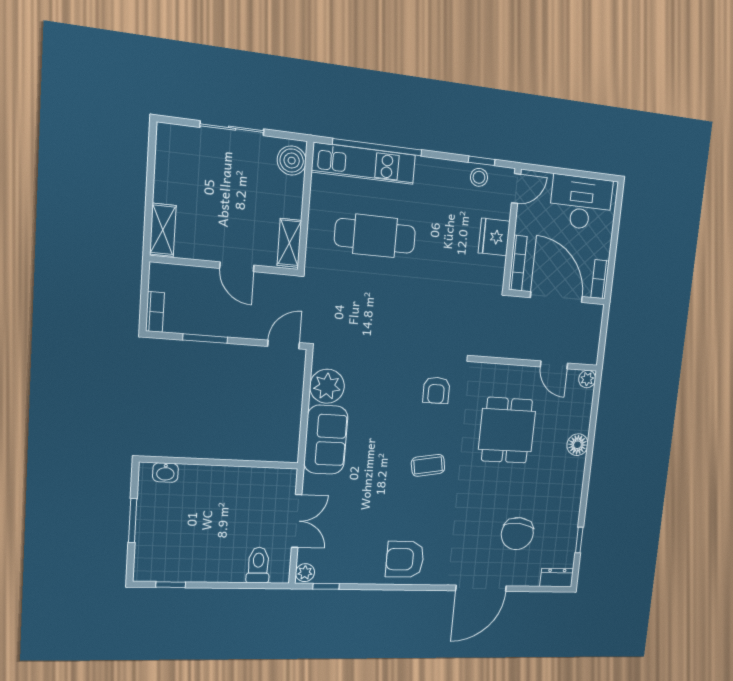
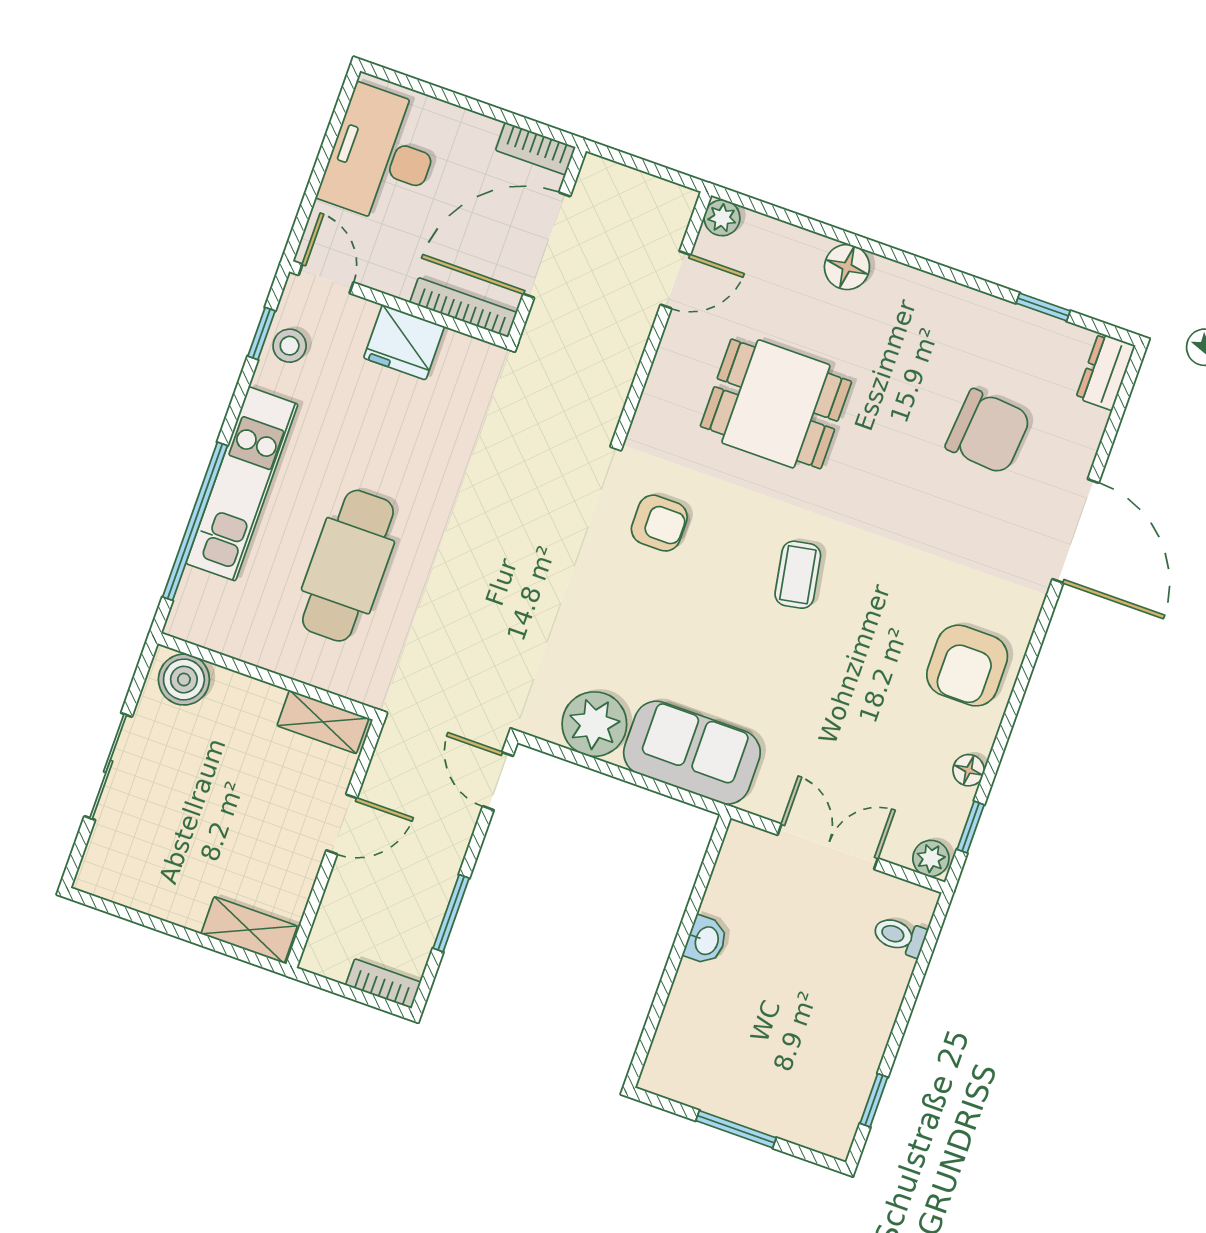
kitchen unit: (364, 163) -> (242, 484), moved
washbasin: (165, 473) -> (706, 940), moved
toilet: (258, 565) -> (900, 936), width x0.73, depth x0.72
floor lamp: (354, 576) -> (969, 770), added

